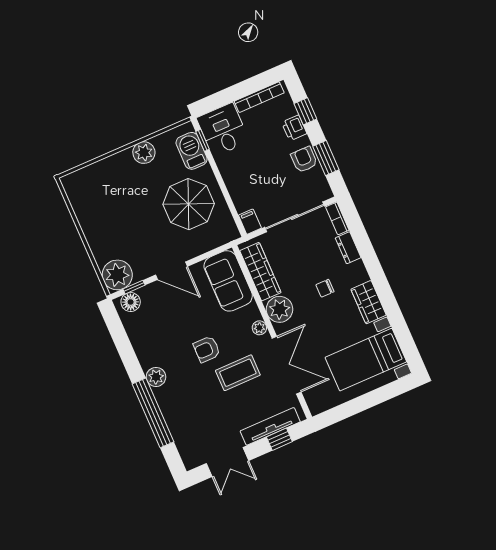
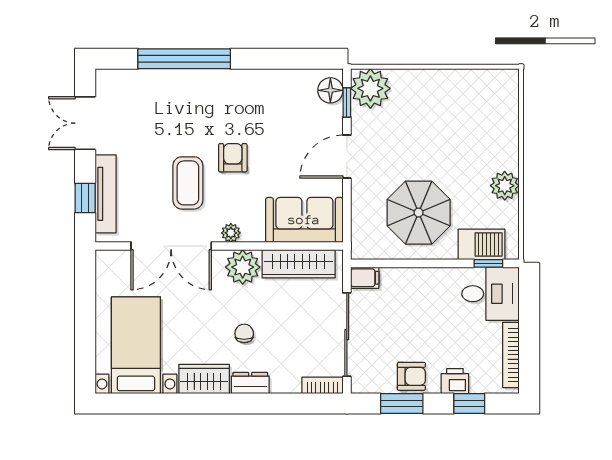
dresser: (348, 248) -> (250, 383), moved
plant: (156, 377) -> (226, 81), removed

